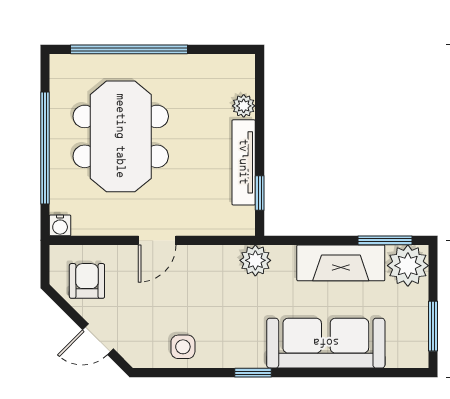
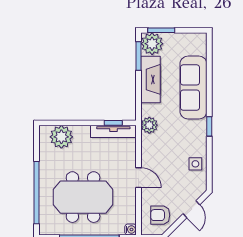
plant: (244, 106) -> (61, 137), width x1.87, depth x1.87
tv unit: (244, 162) -> (113, 131), moved
window: (433, 326) -> (161, 30), moved

